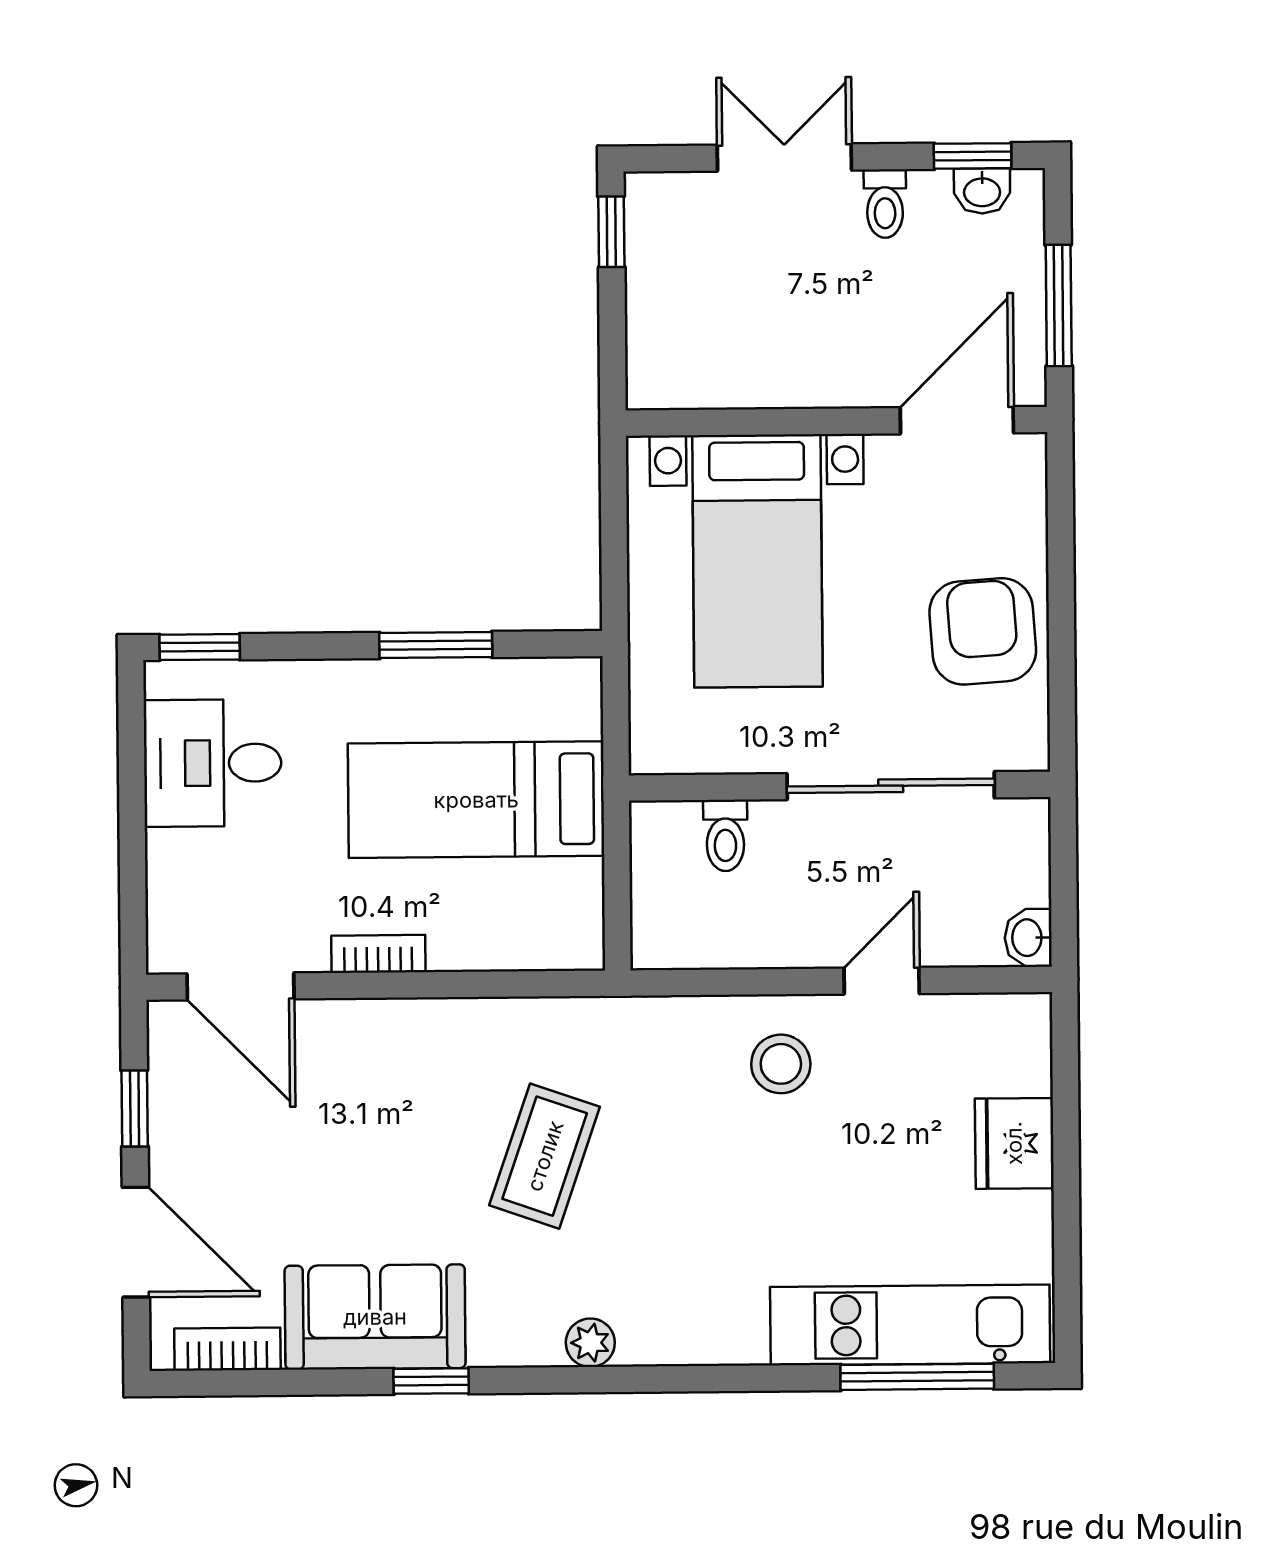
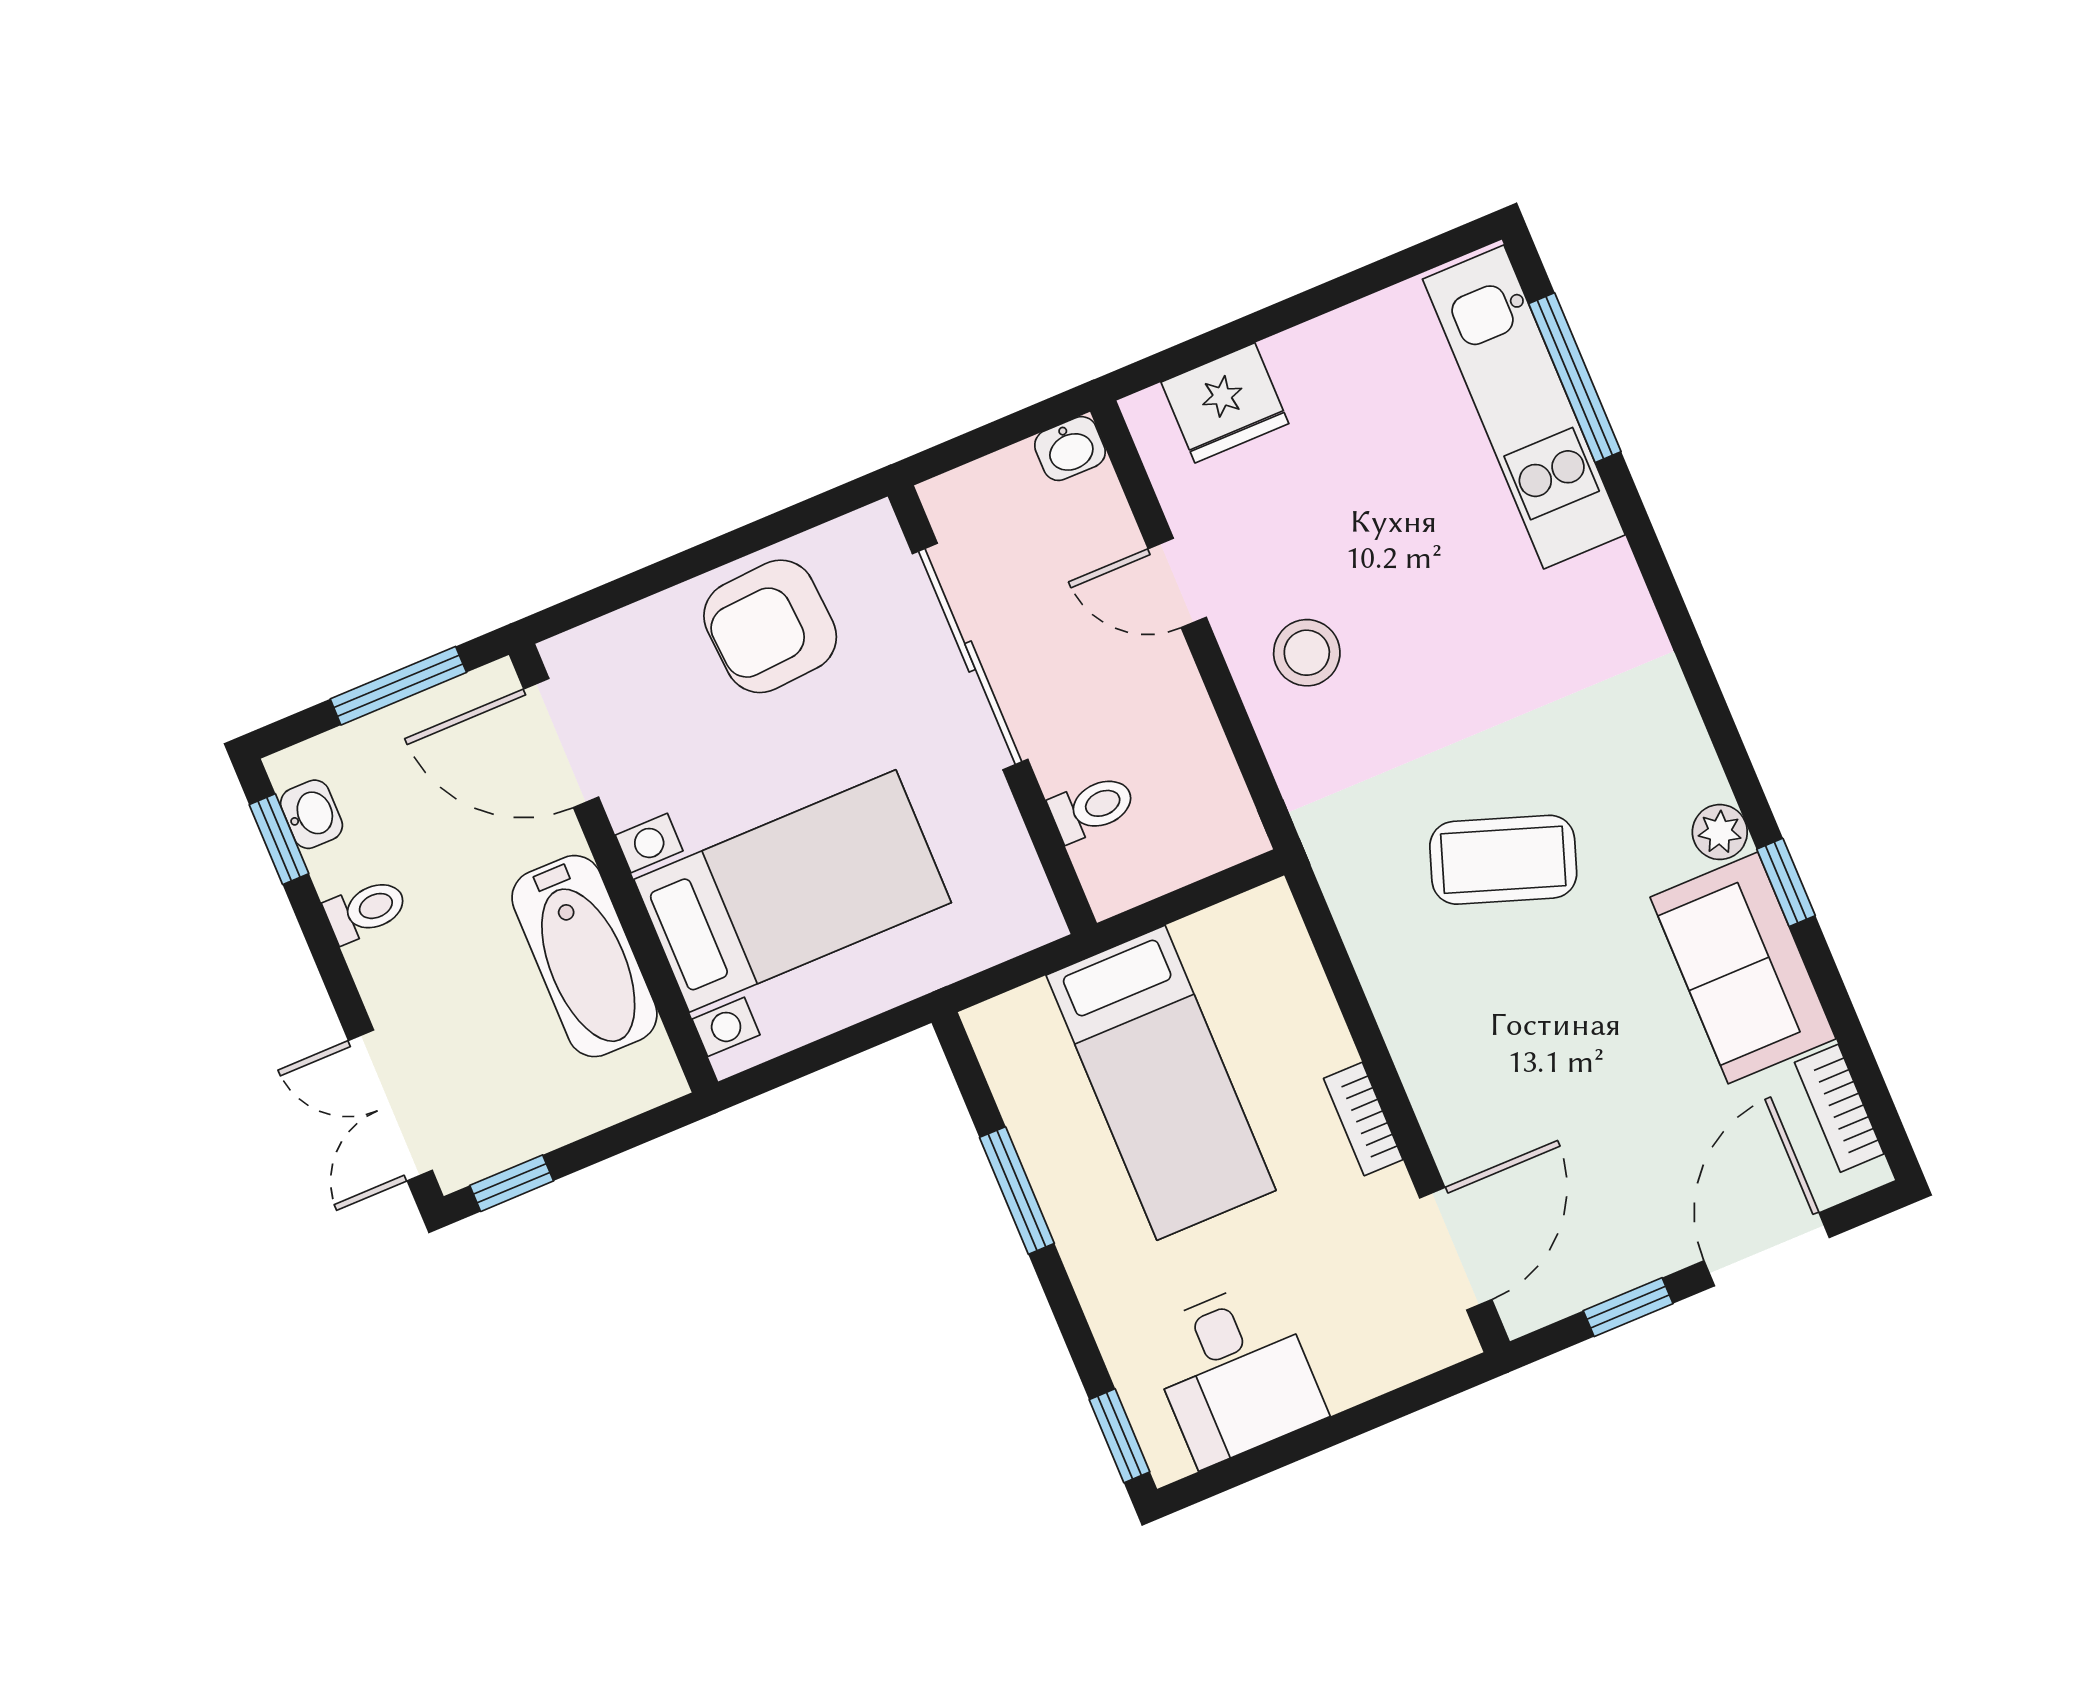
double door: (784, 158) -> (390, 1105), moved
bathtub: (774, 368) -> (584, 956), added
fridge: (1014, 1143) -> (1225, 403), moved
plant: (590, 1343) -> (1720, 832), moved

